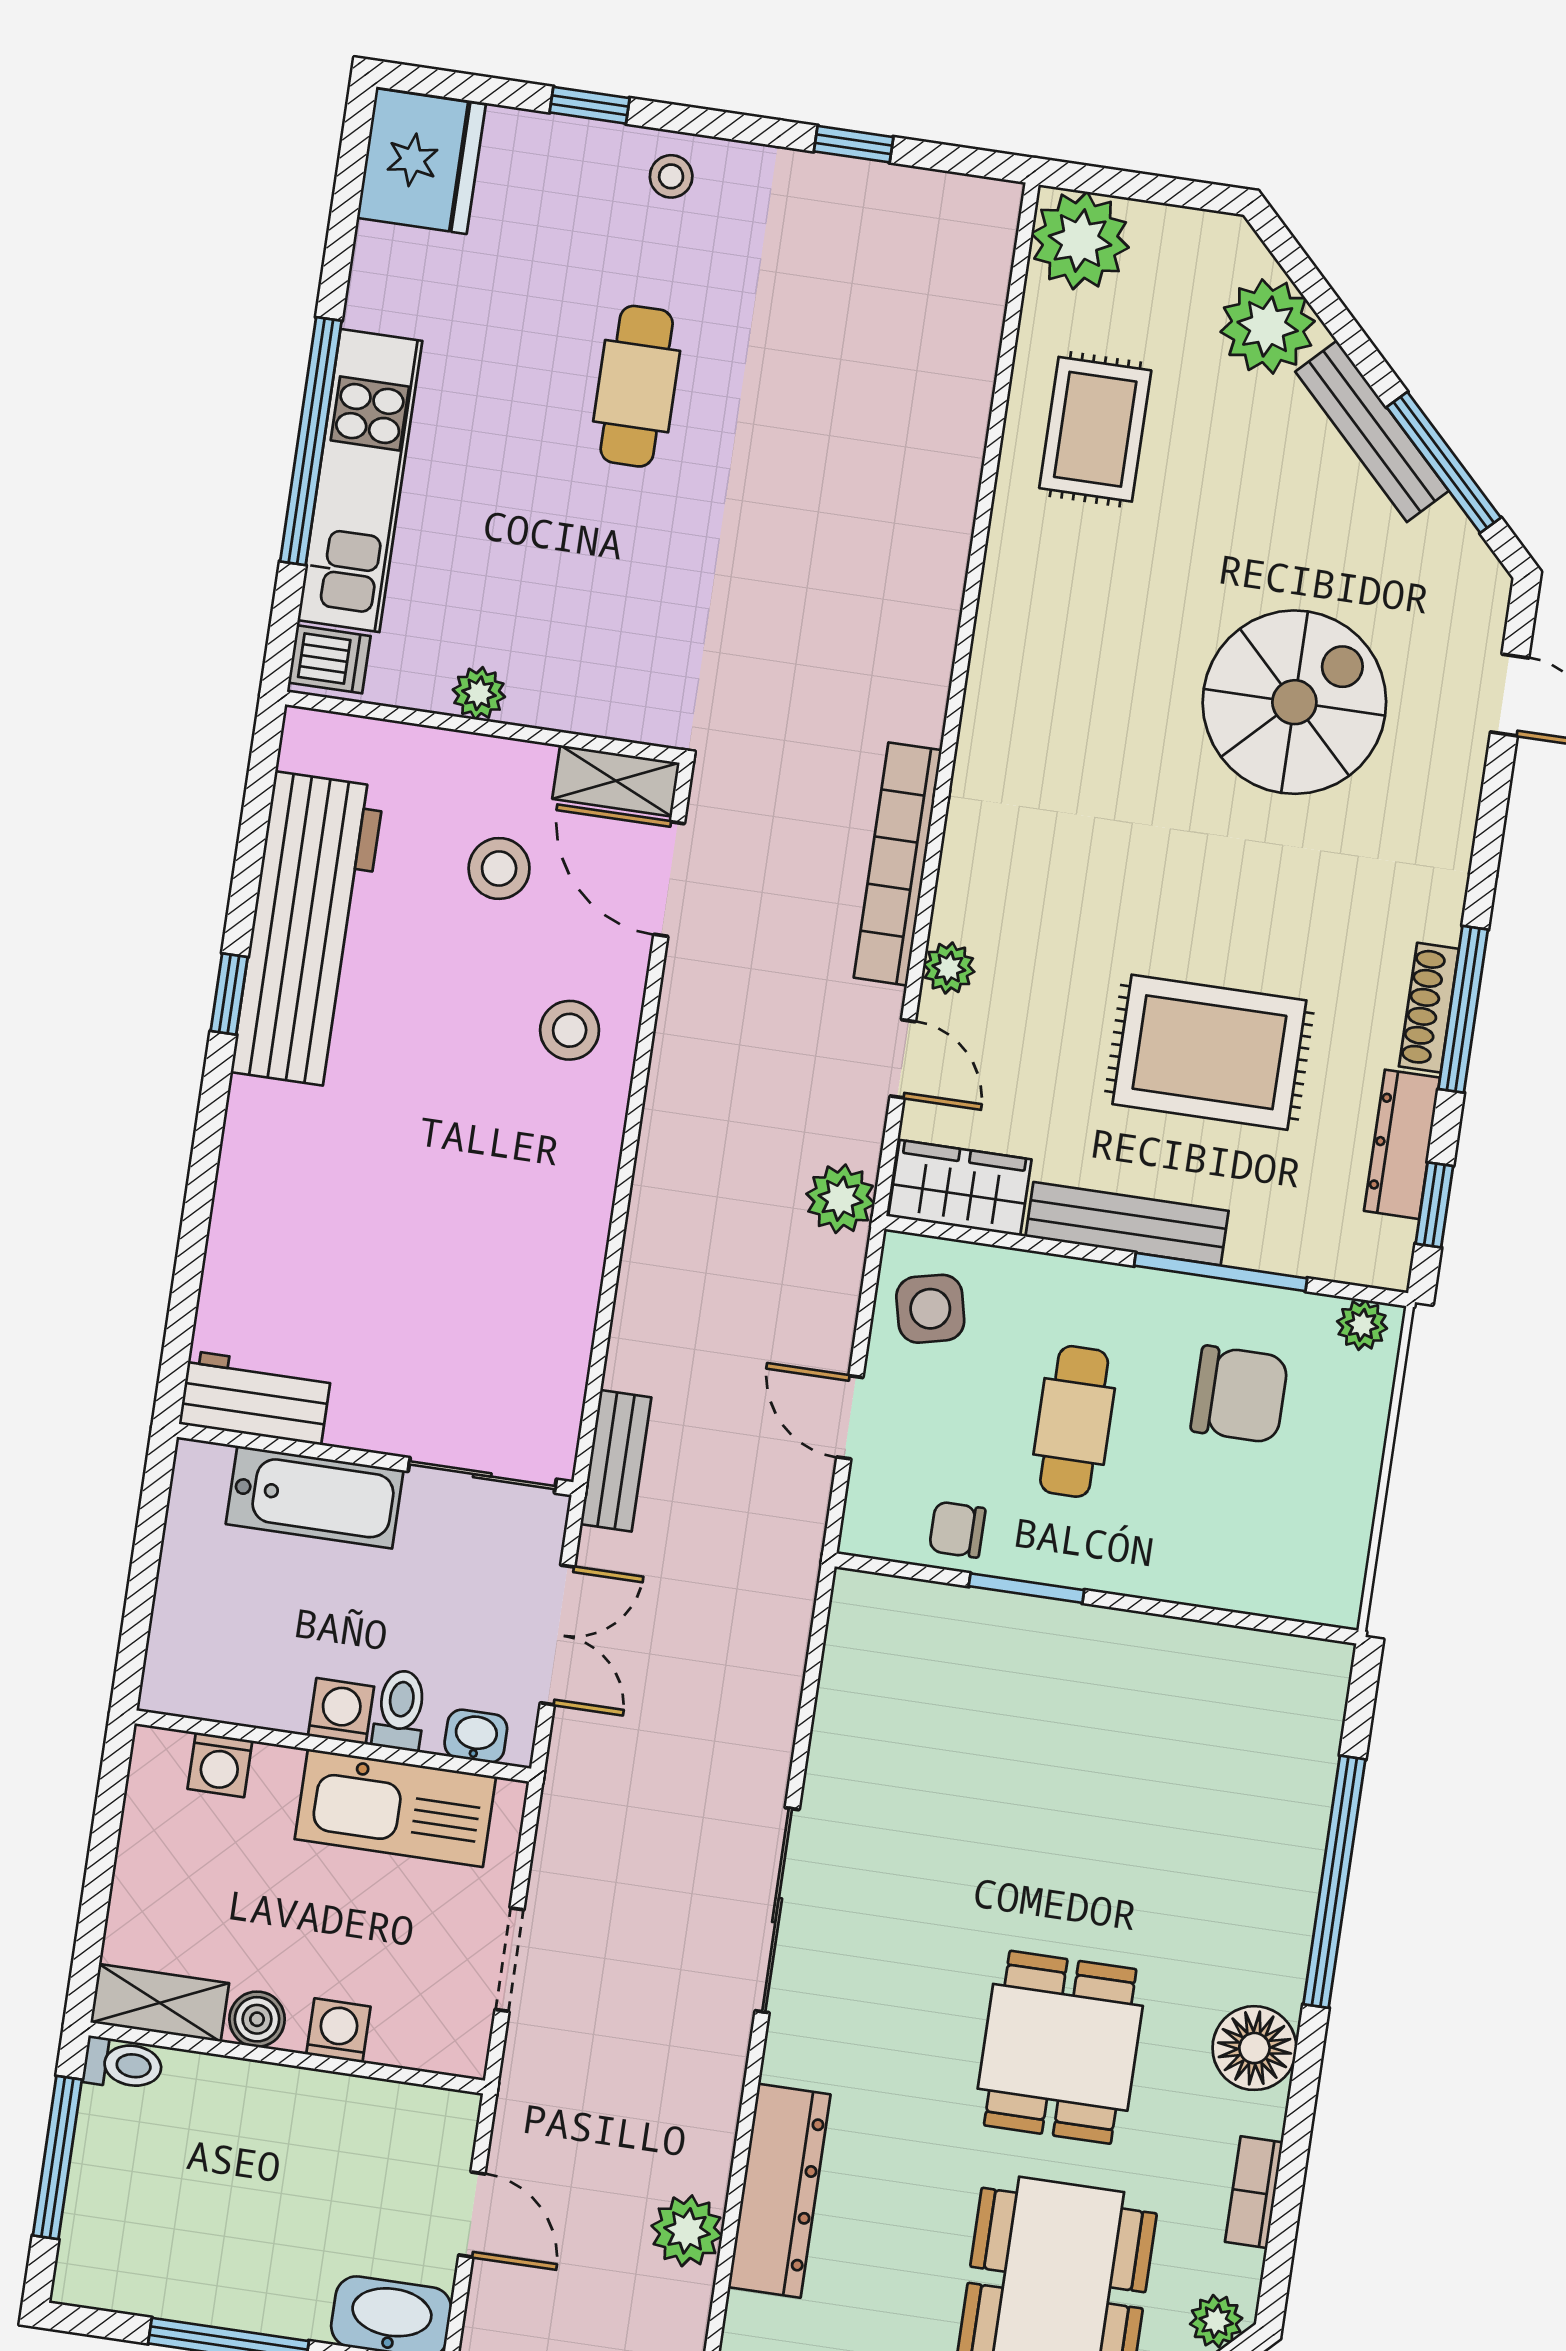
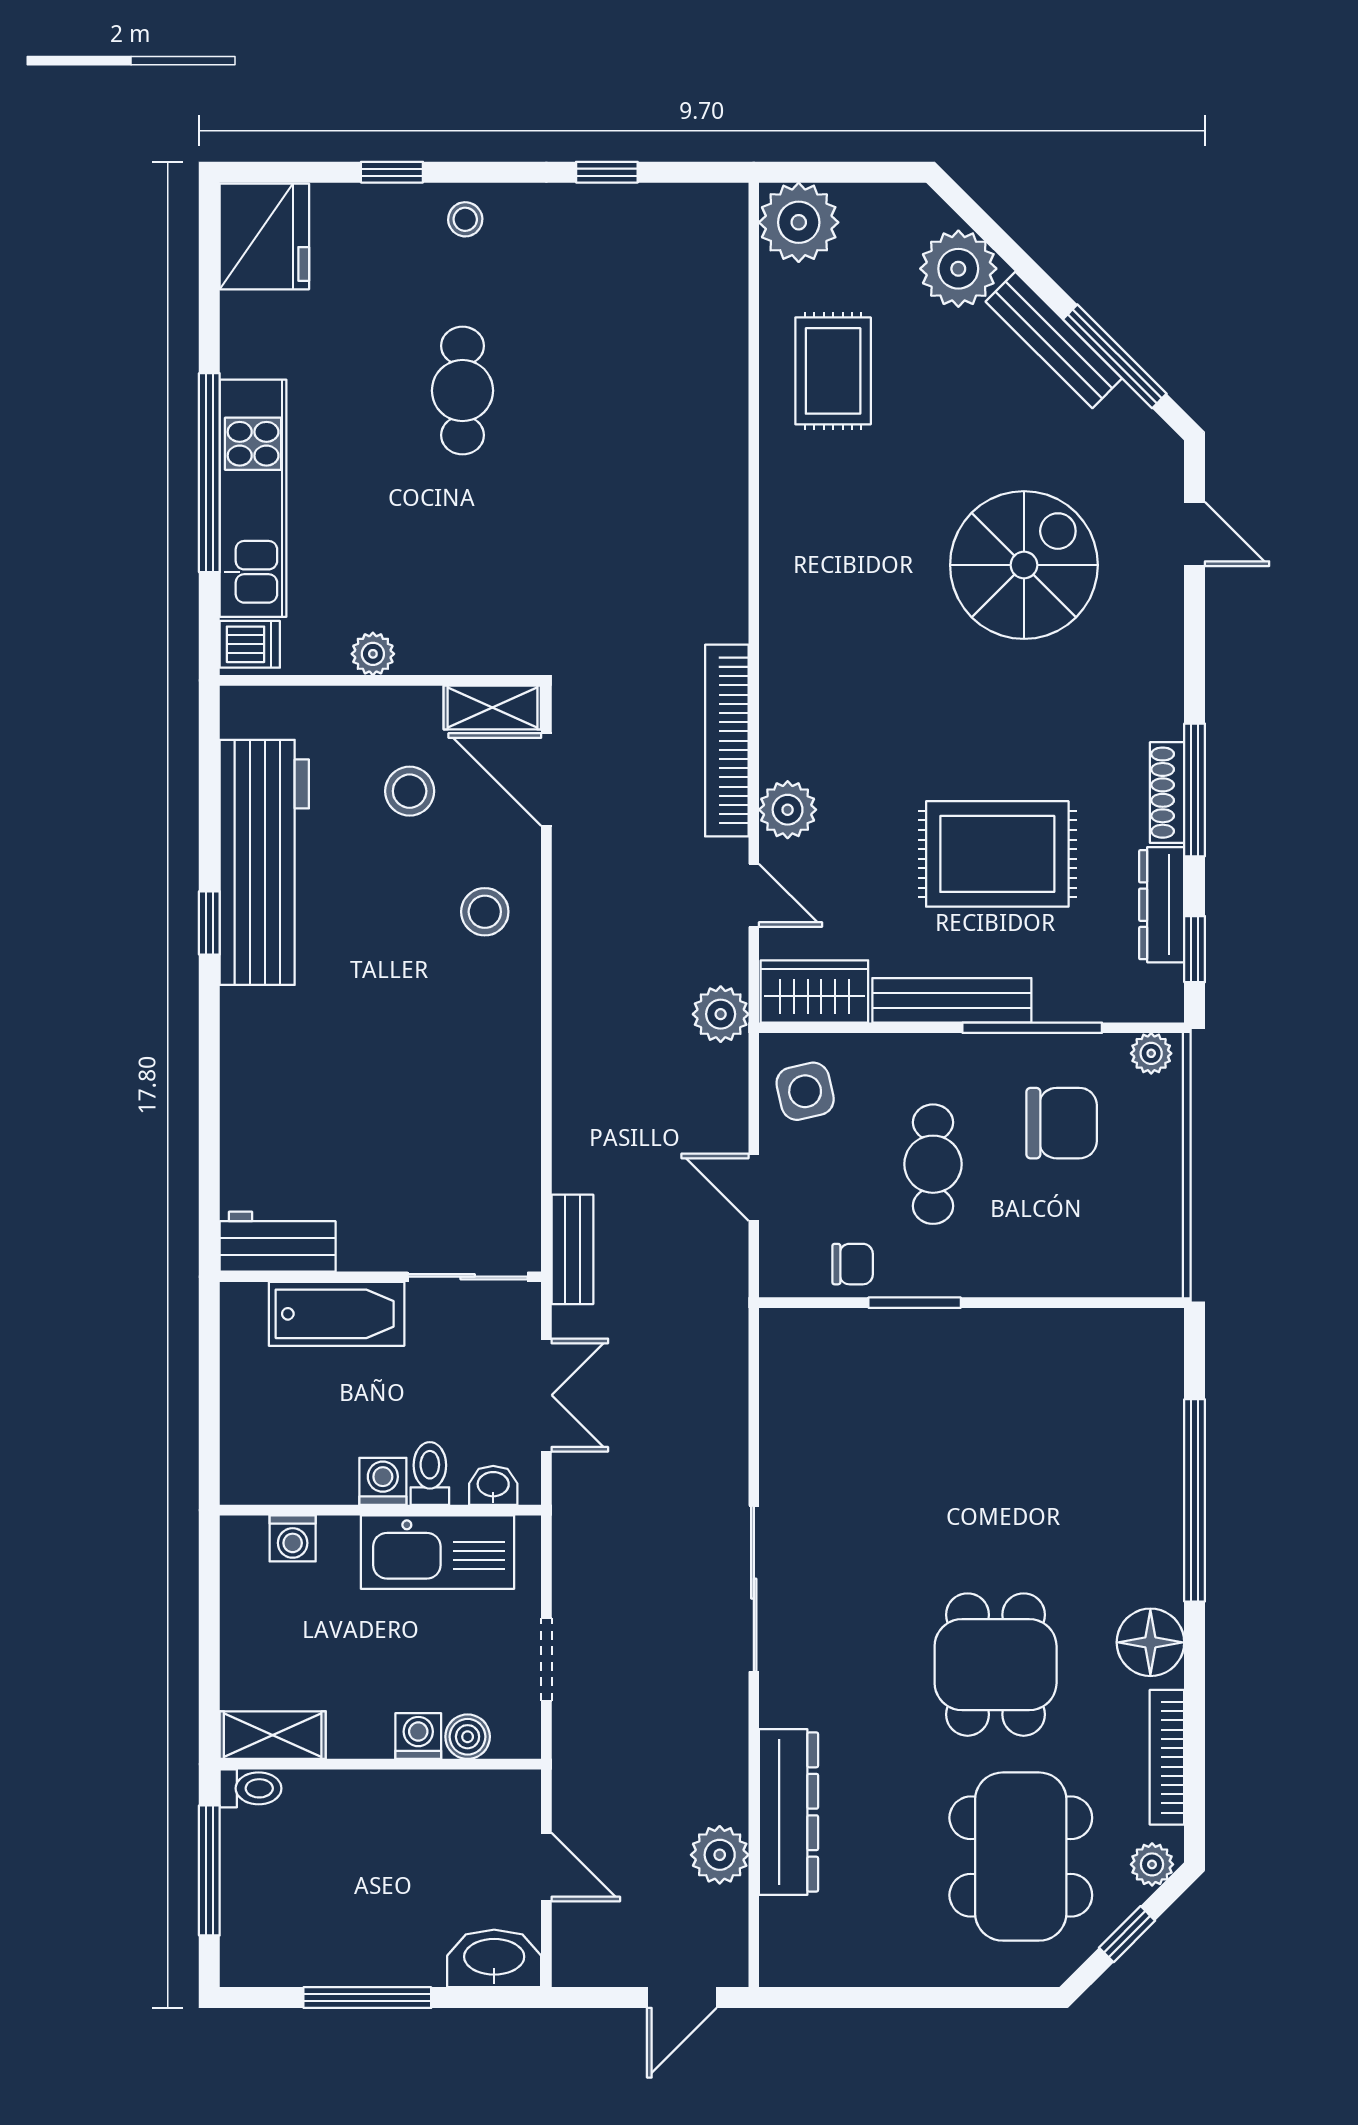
plant: (949, 968) -> (788, 810), width x1.38, depth x1.38
chair: (957, 1530) -> (853, 1264), turned 180
boiler: (257, 2019) -> (468, 1737), moved
bookcase: (1254, 2192) -> (1167, 1757), width x1.56

